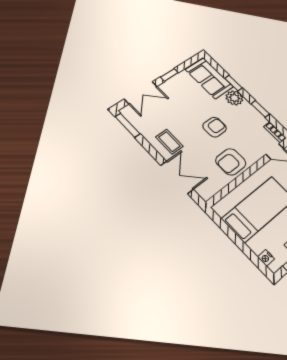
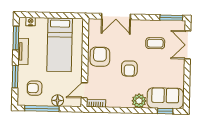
window: (169, 75) -> (187, 74), removed
window: (234, 83) -> (165, 111), moved
window: (260, 109) -> (119, 110), removed
coffee table: (169, 142) -> (155, 43), moved

